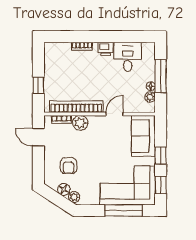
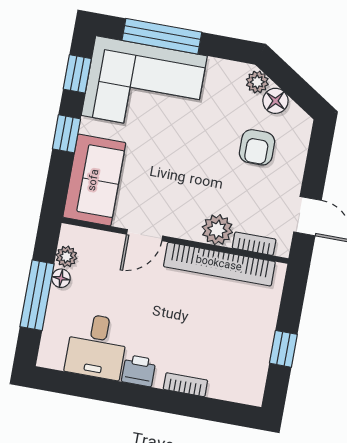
window: (38, 85) -> (283, 349), moved
armchair: (68, 166) -> (257, 147), turned 180

